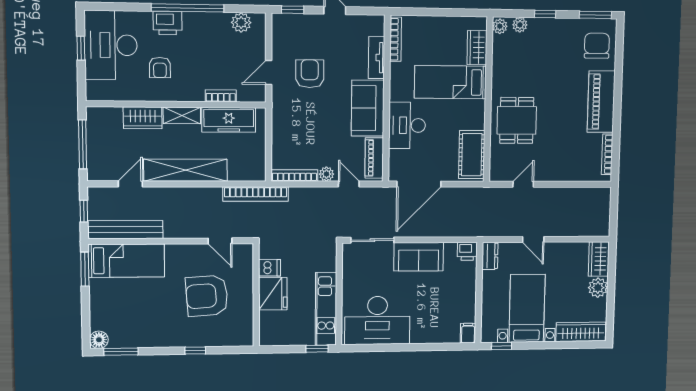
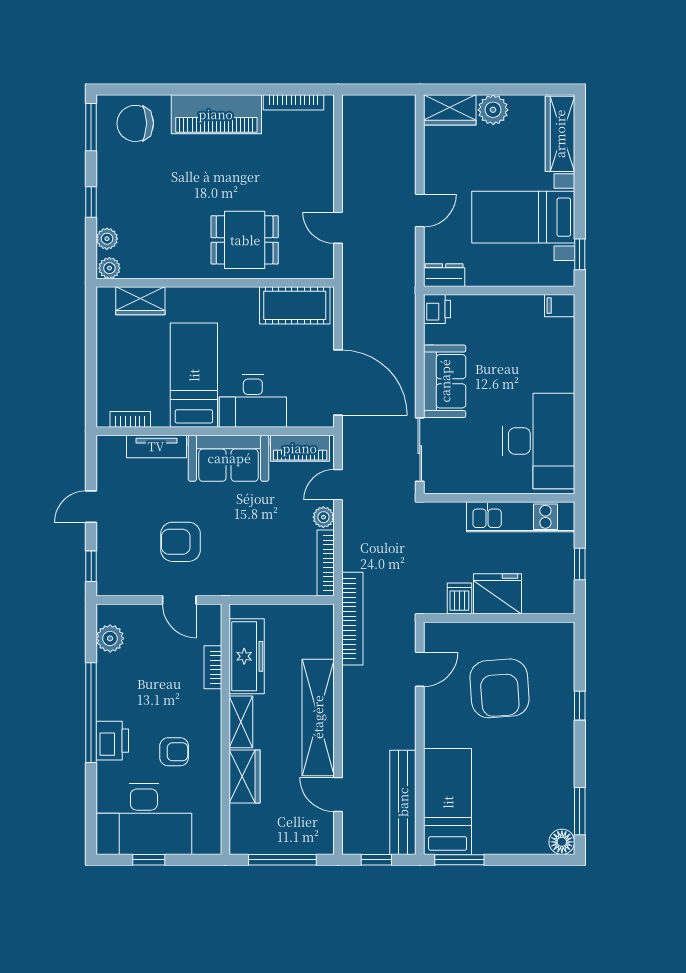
bookcase: (396, 39) -> (130, 419), width x0.64
bed: (450, 82) -> (194, 375), moved, turned 180
window: (317, 349) -> (580, 564), moved

